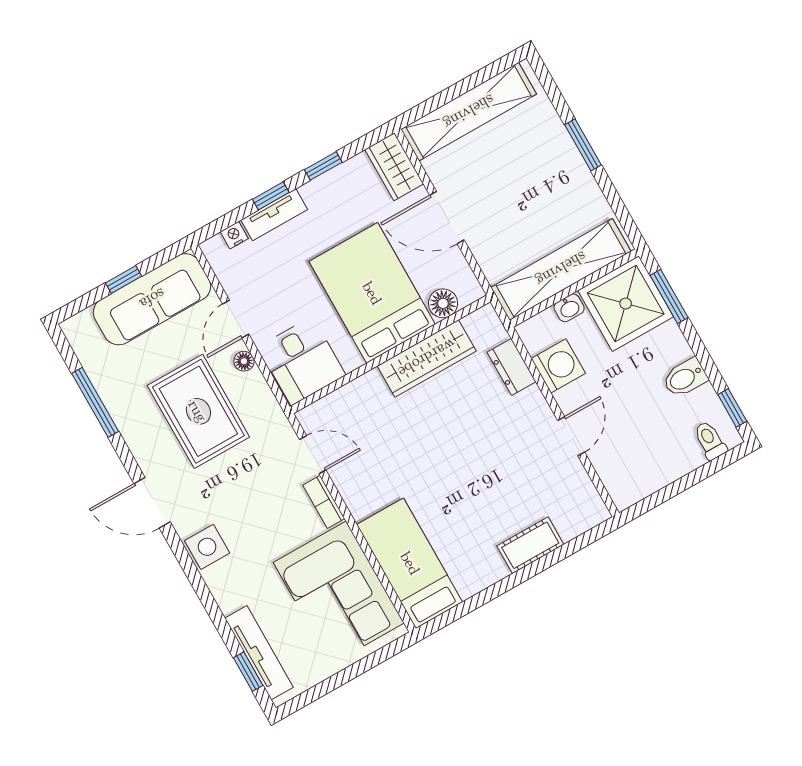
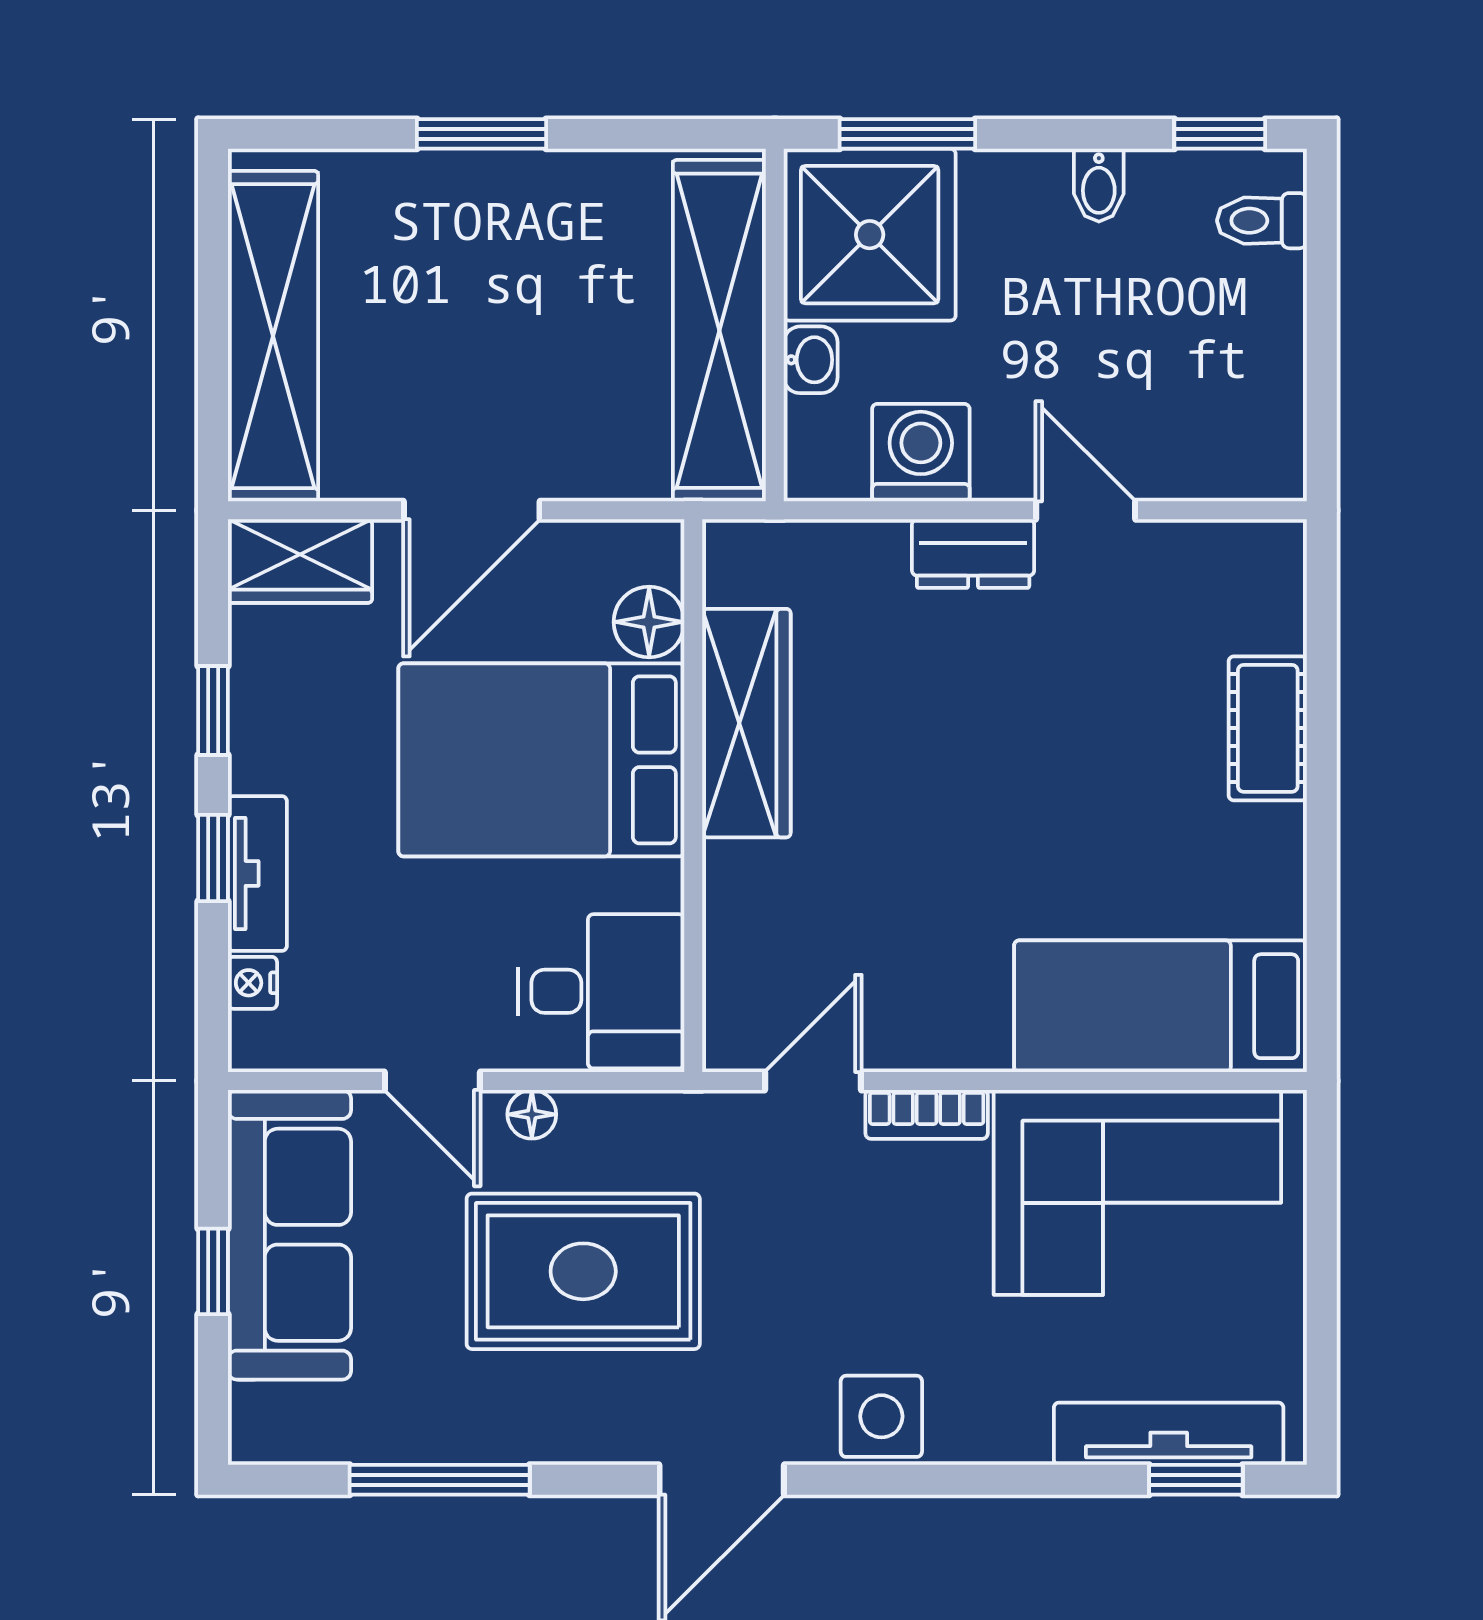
dresser: (511, 367) -> (973, 554), moved
bidet: (685, 378) -> (1099, 185), width x0.72, depth x0.74

